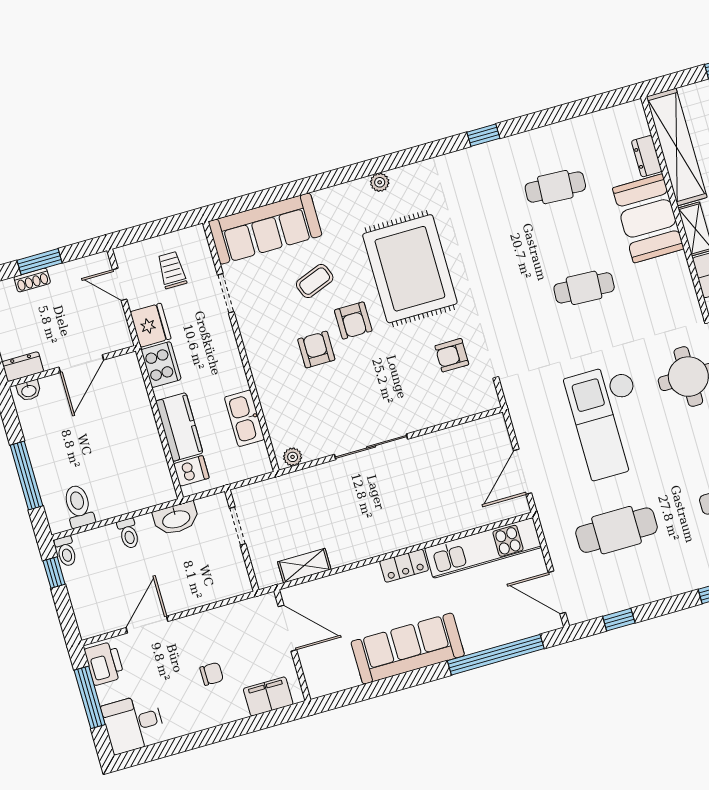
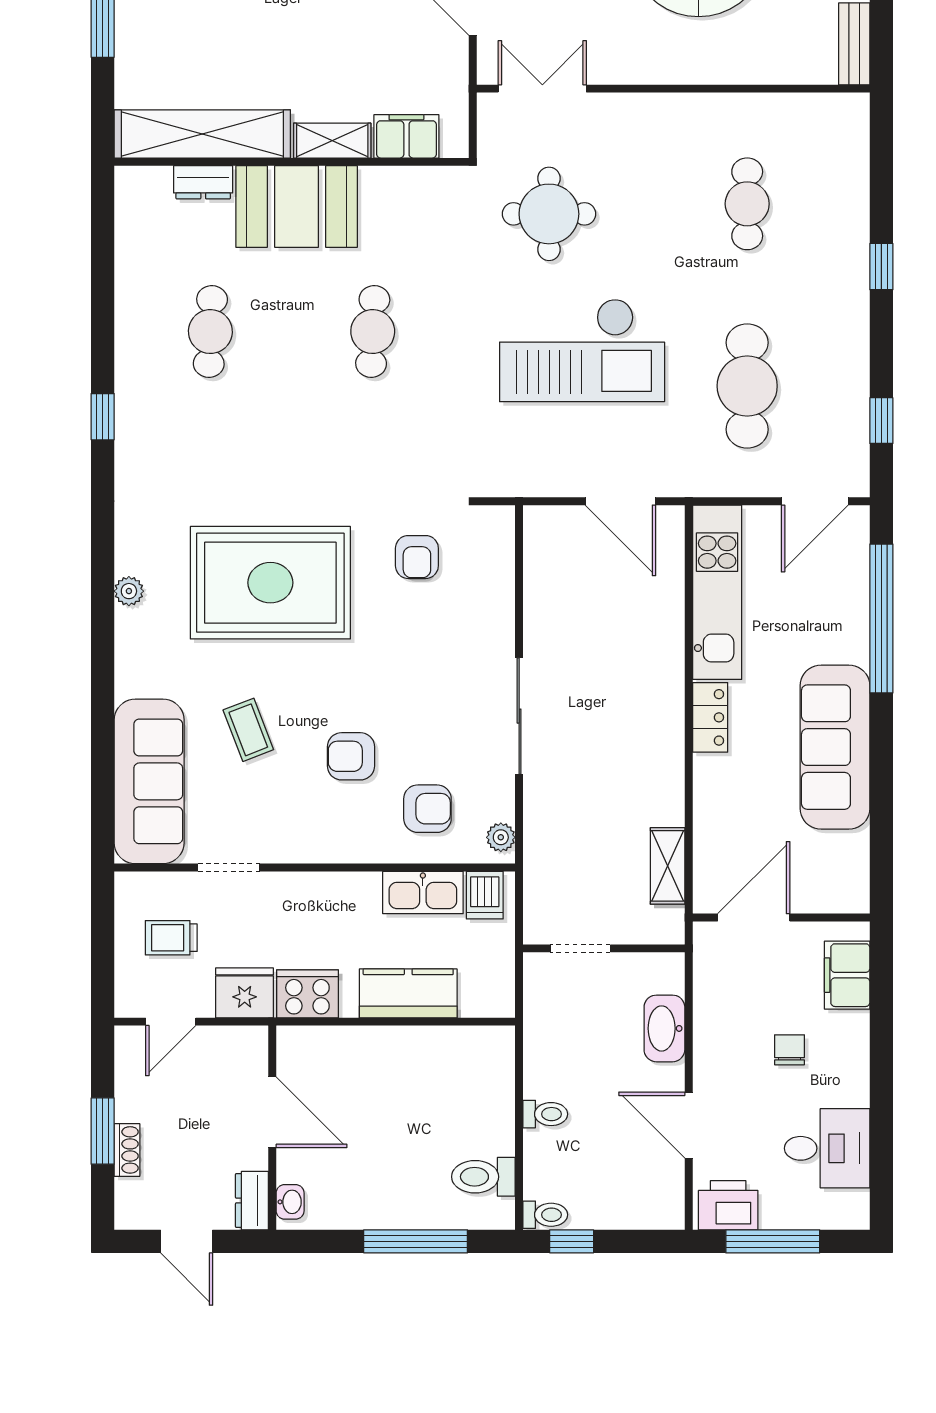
armchair: (353, 321) -> (427, 809), moved
dishwasher: (191, 471) -> (485, 895), moved, turned 180
washbasin: (176, 519) -> (664, 1028), moved, turned 180
desk: (134, 723) -> (827, 1148), moved, turned -90

